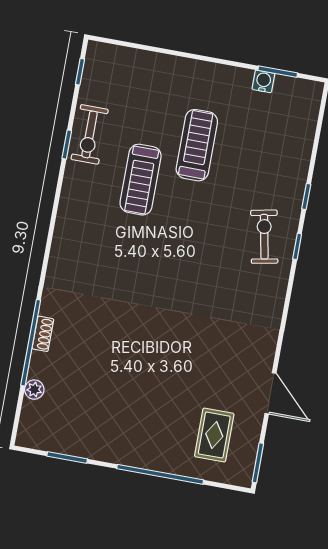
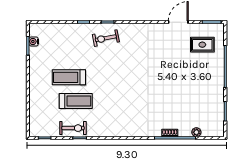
water cooler: (263, 81) -> (34, 41), moved
treadmill: (141, 180) -> (76, 101), moved

